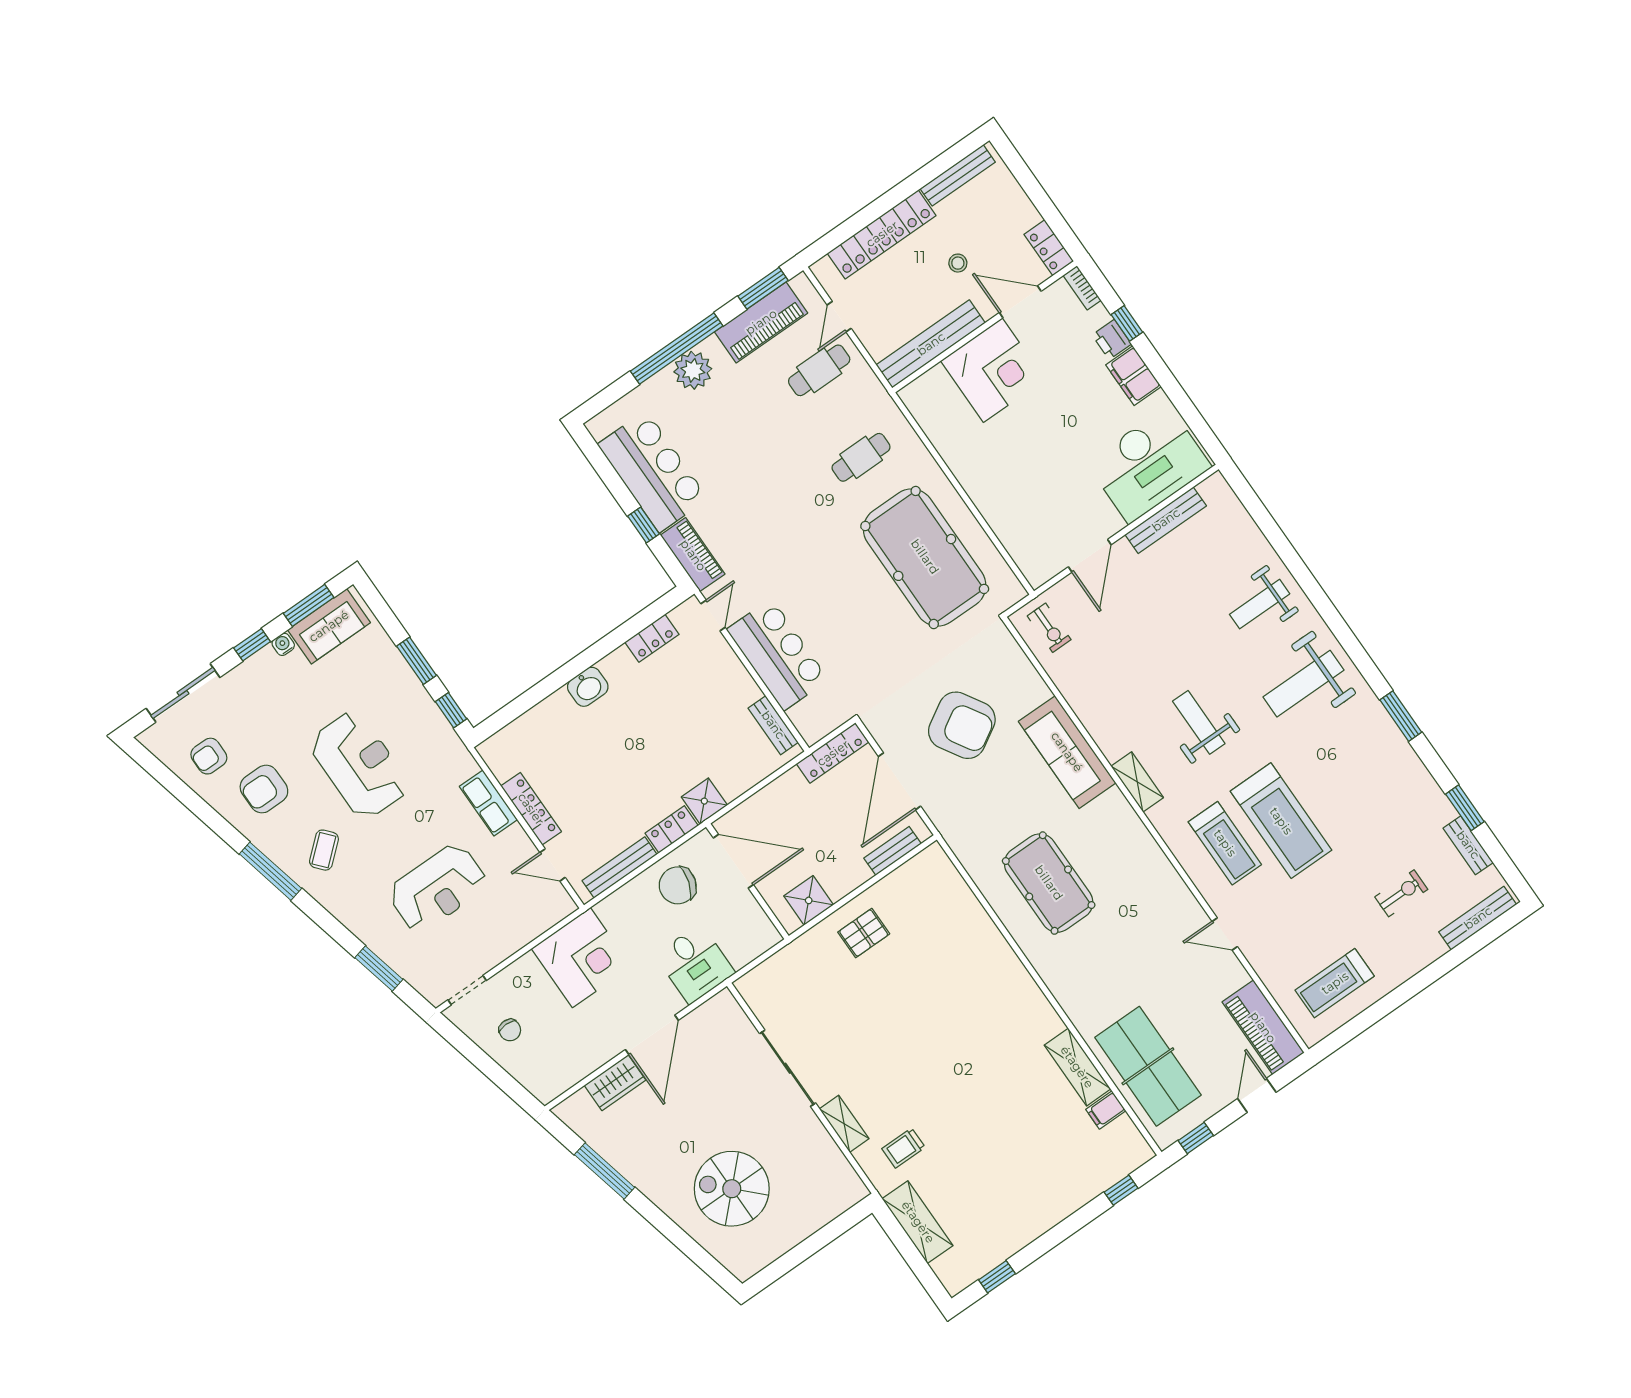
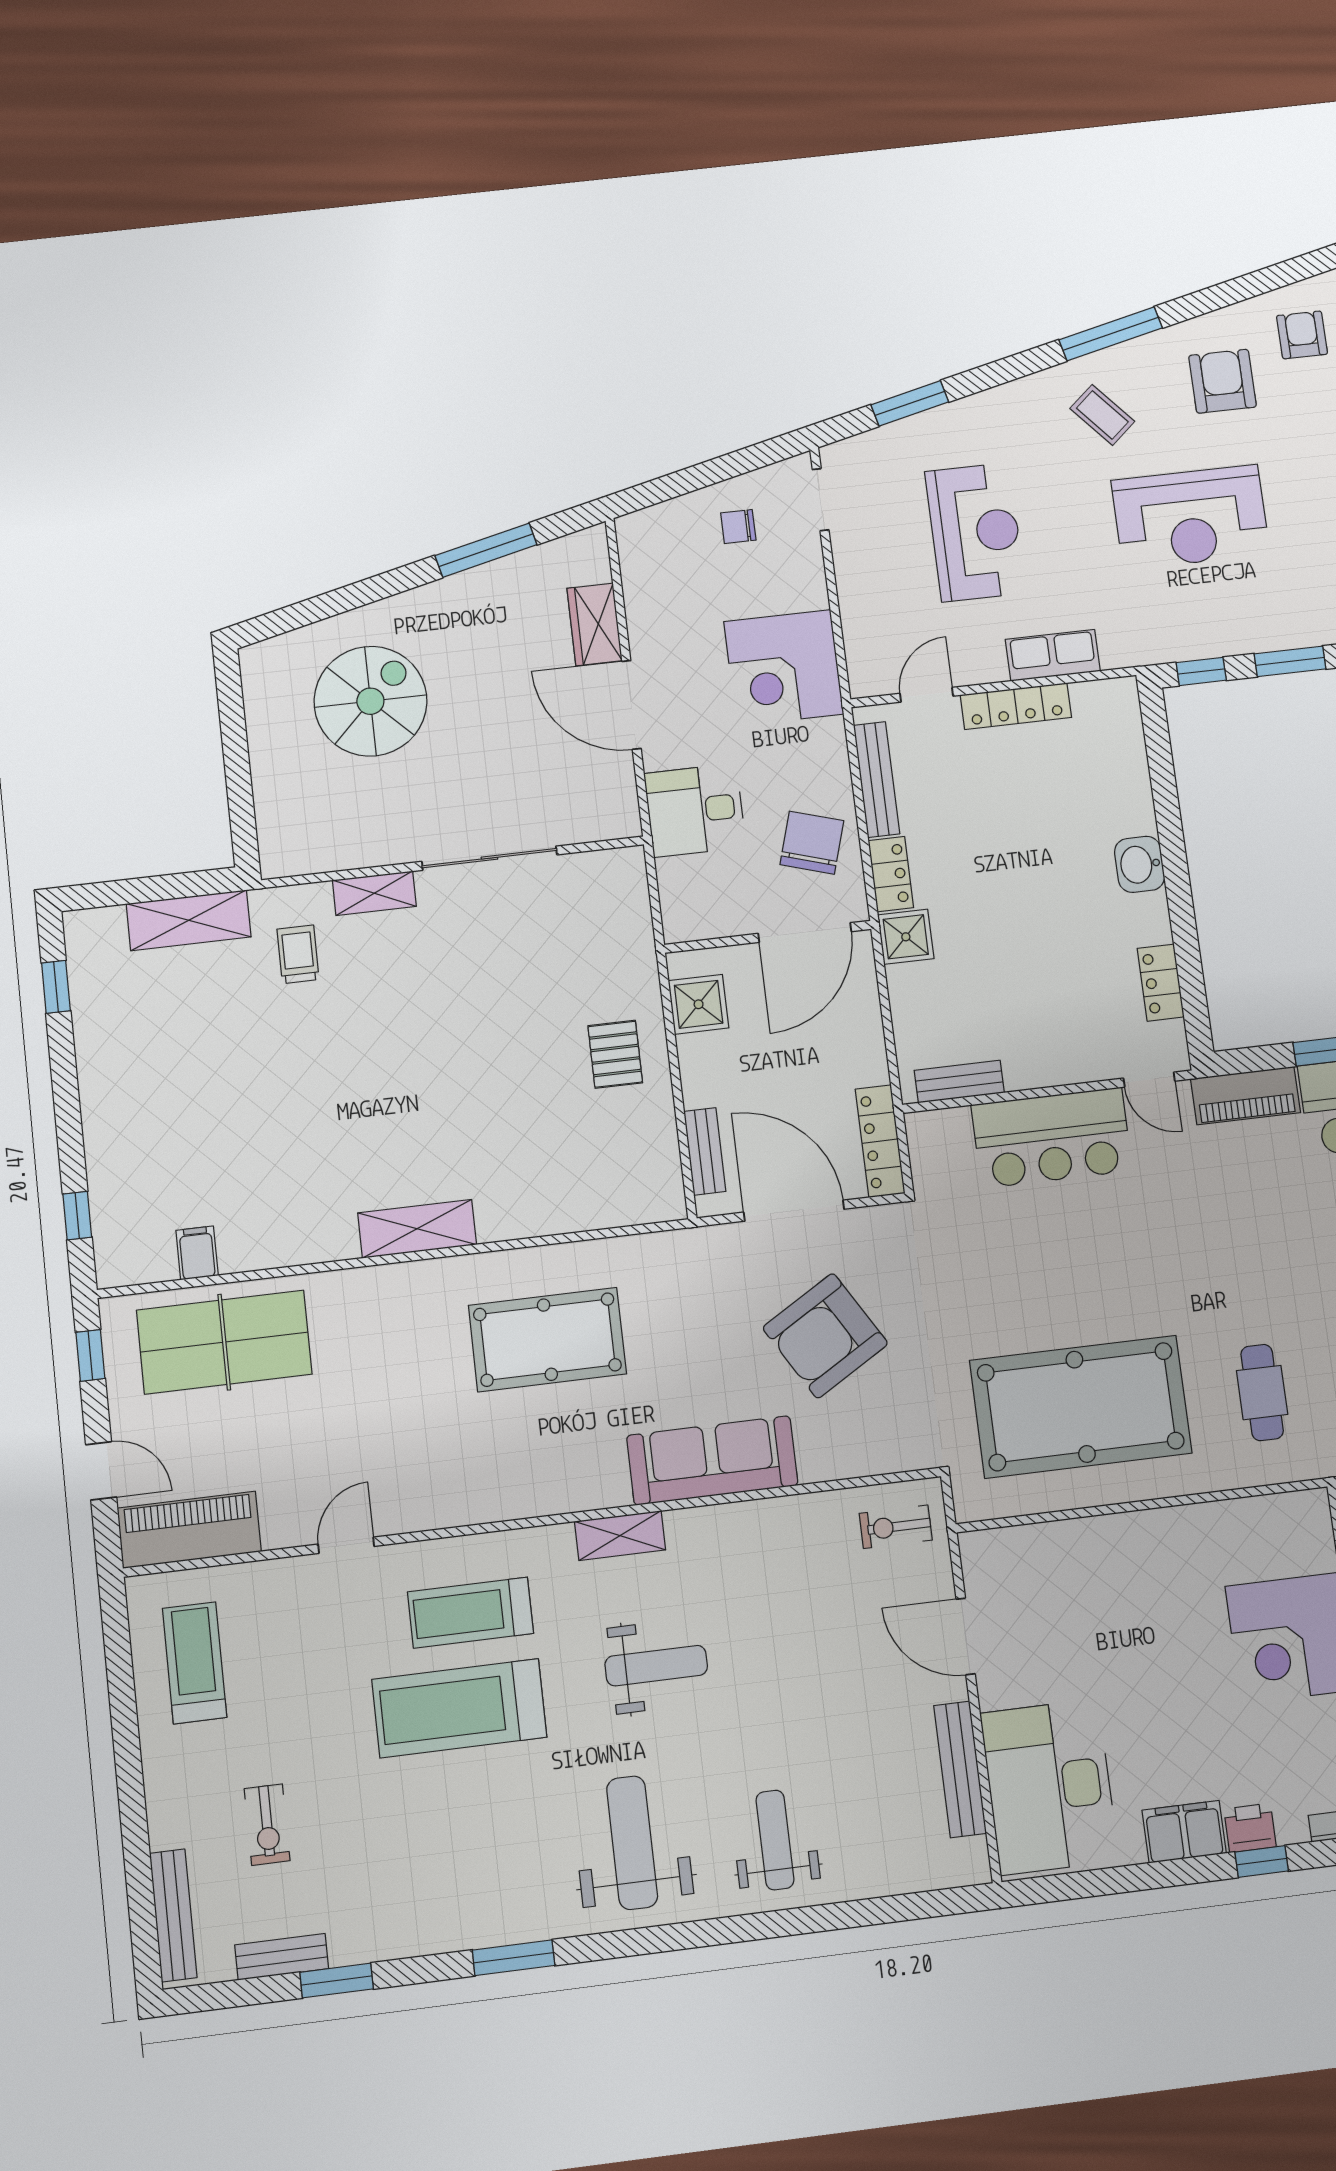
reception desk: (438, 888) -> (975, 532), turned 180
shelving: (1077, 1067) -> (417, 1229), moved

